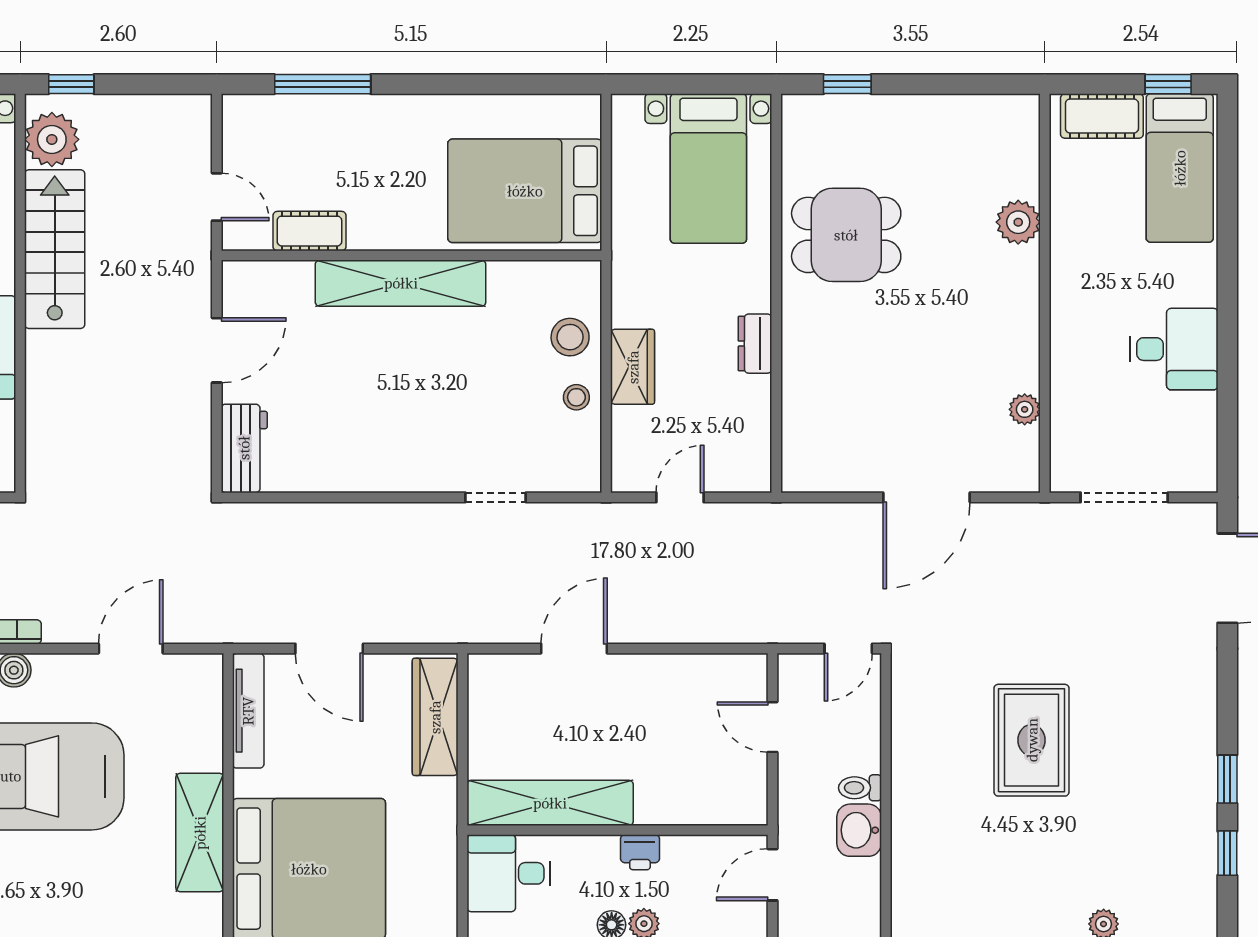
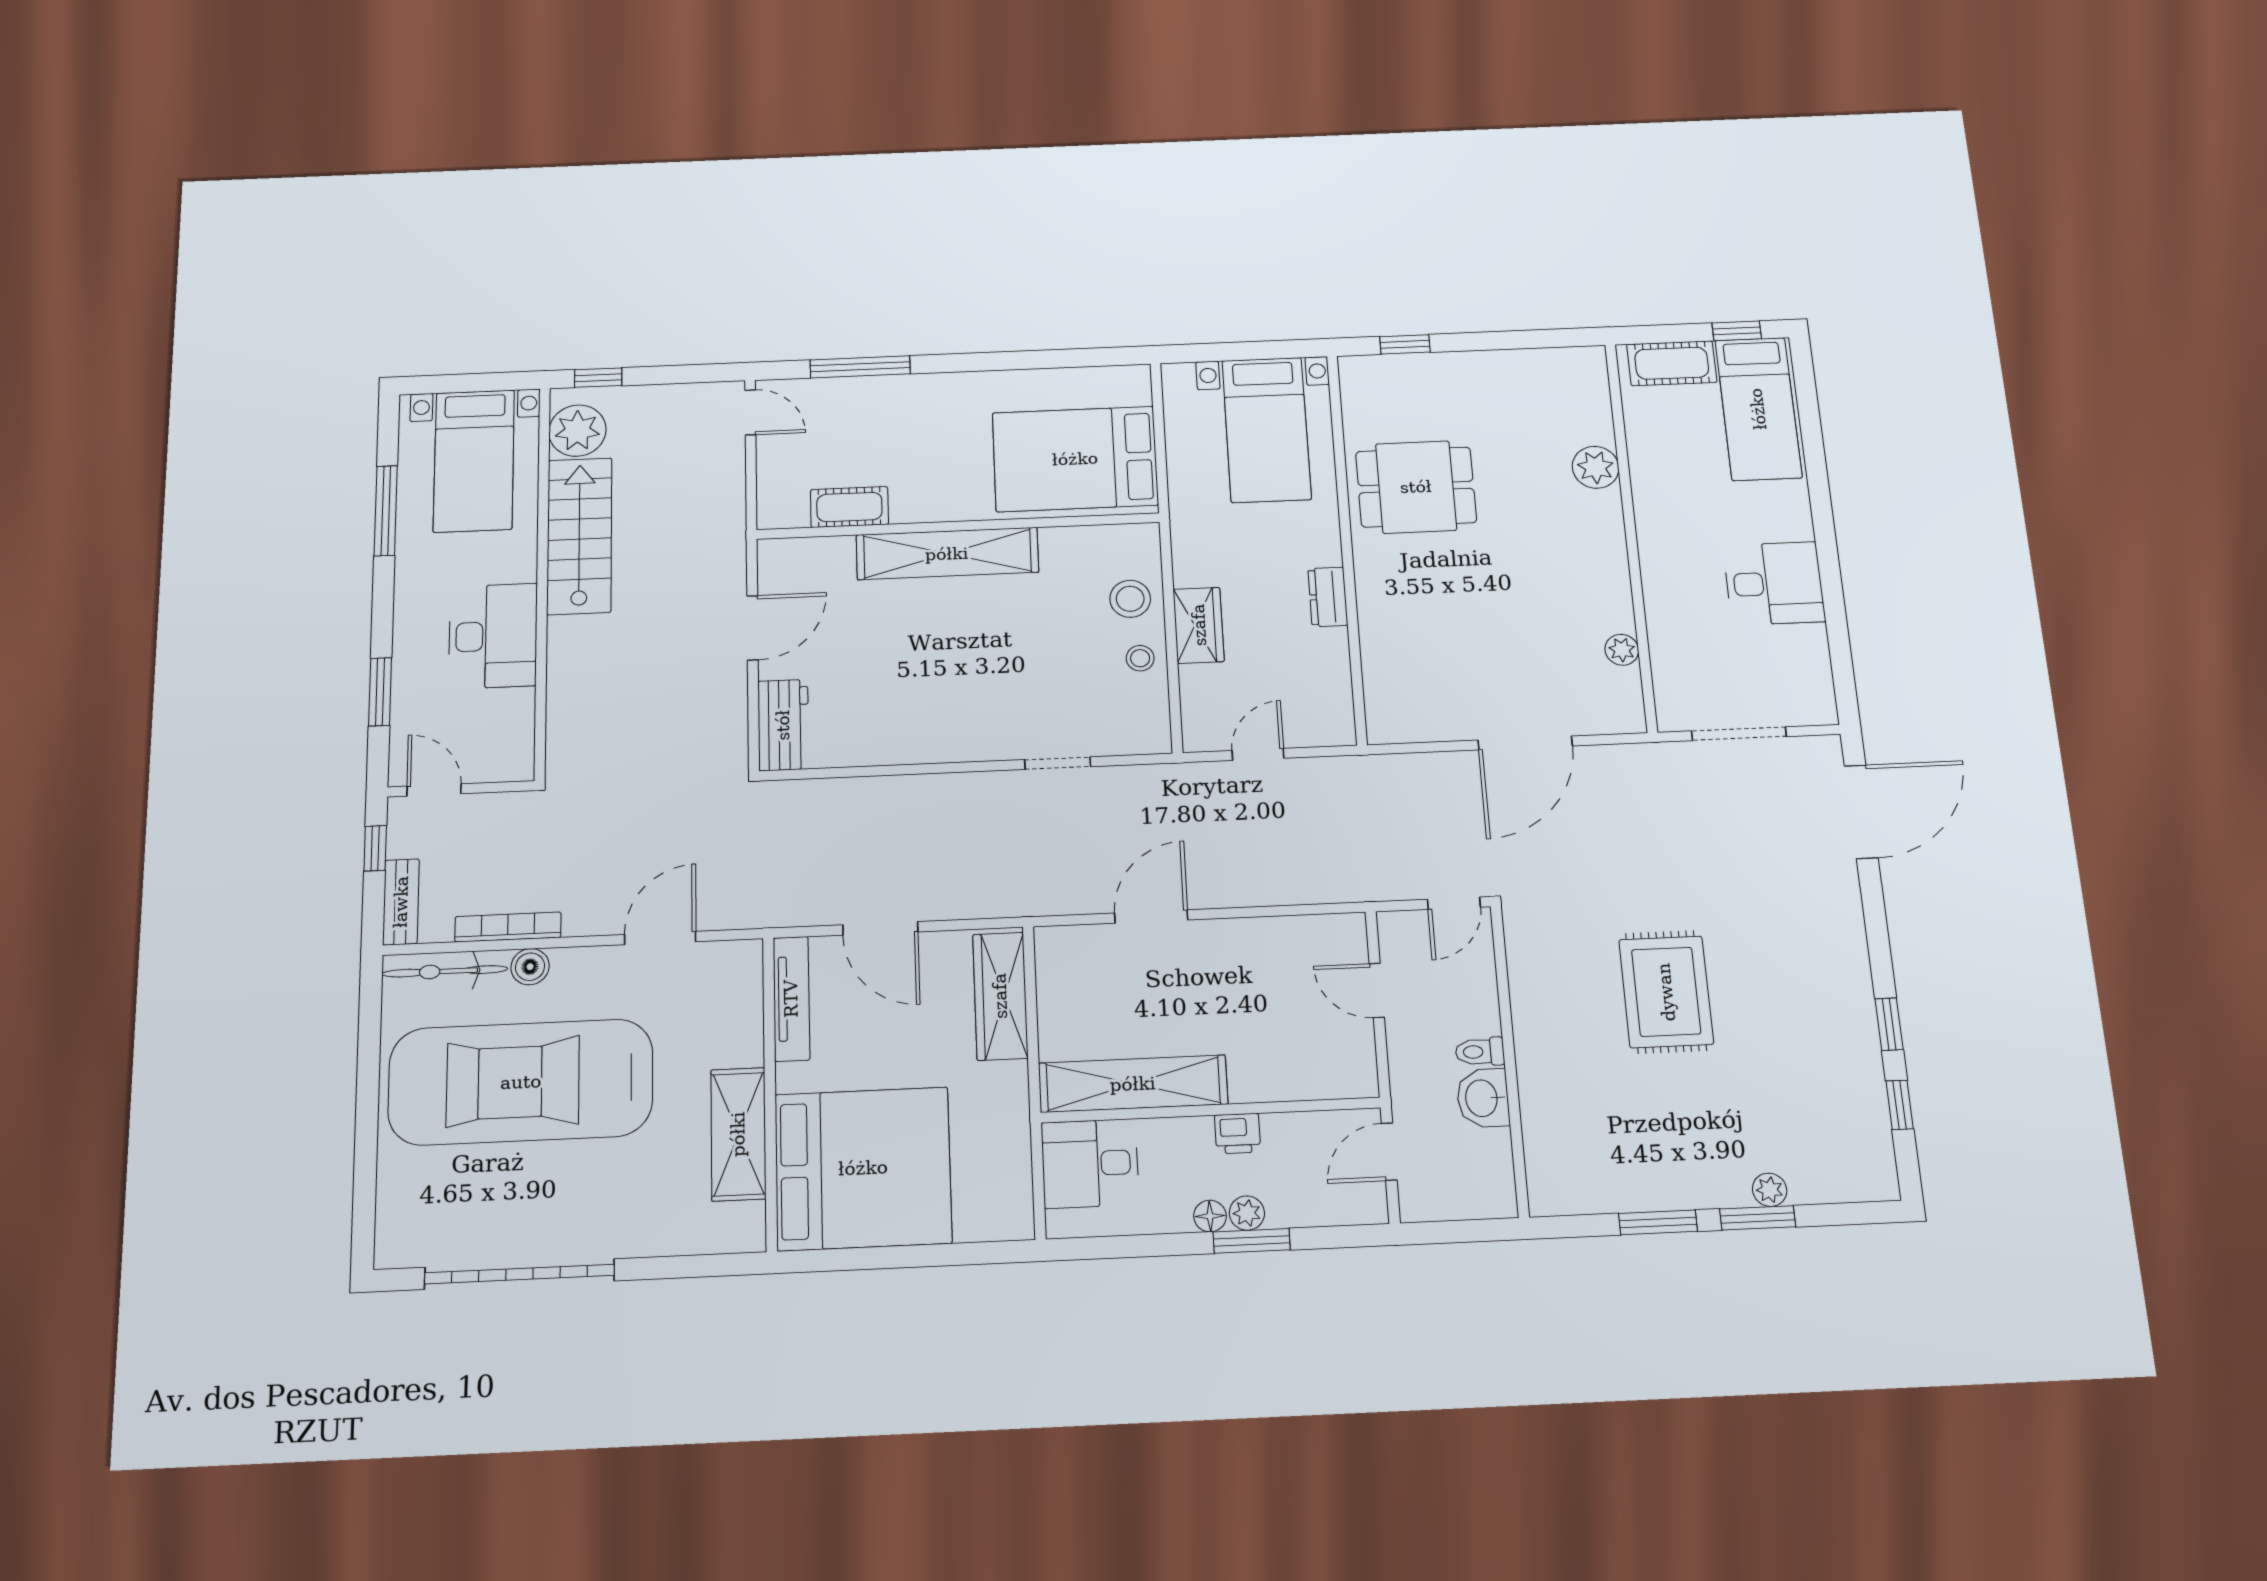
door: (217, 197) -> (750, 412), moved

